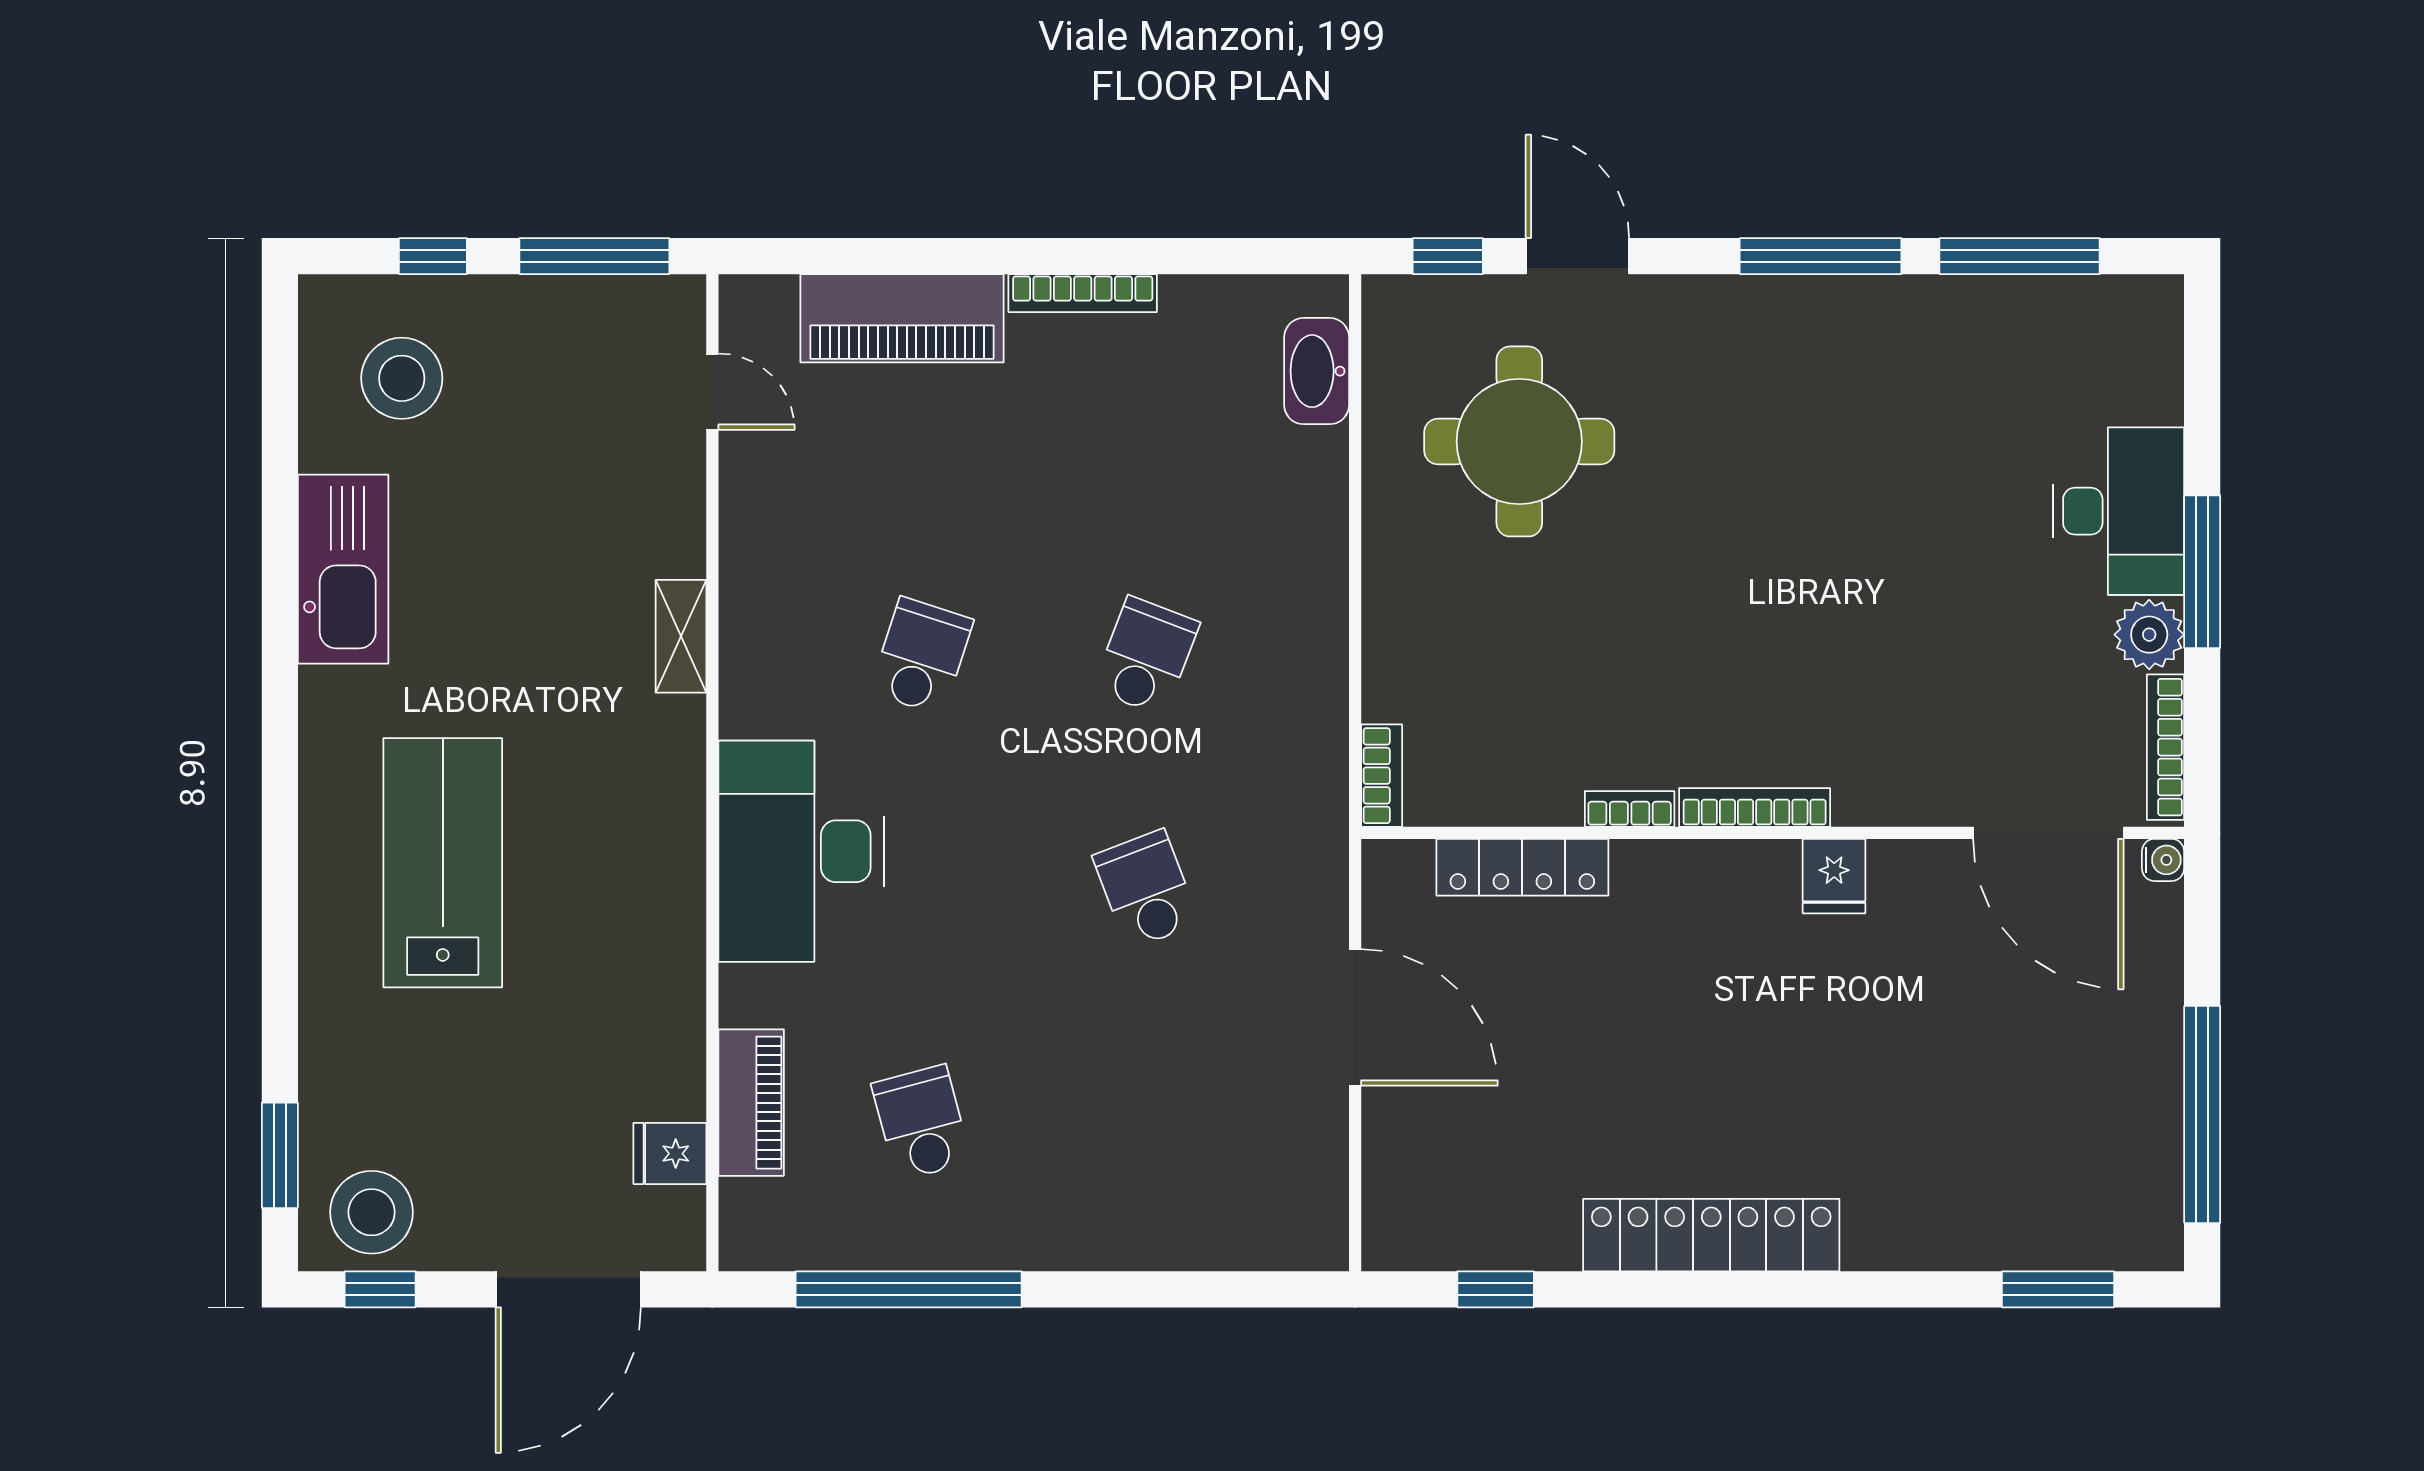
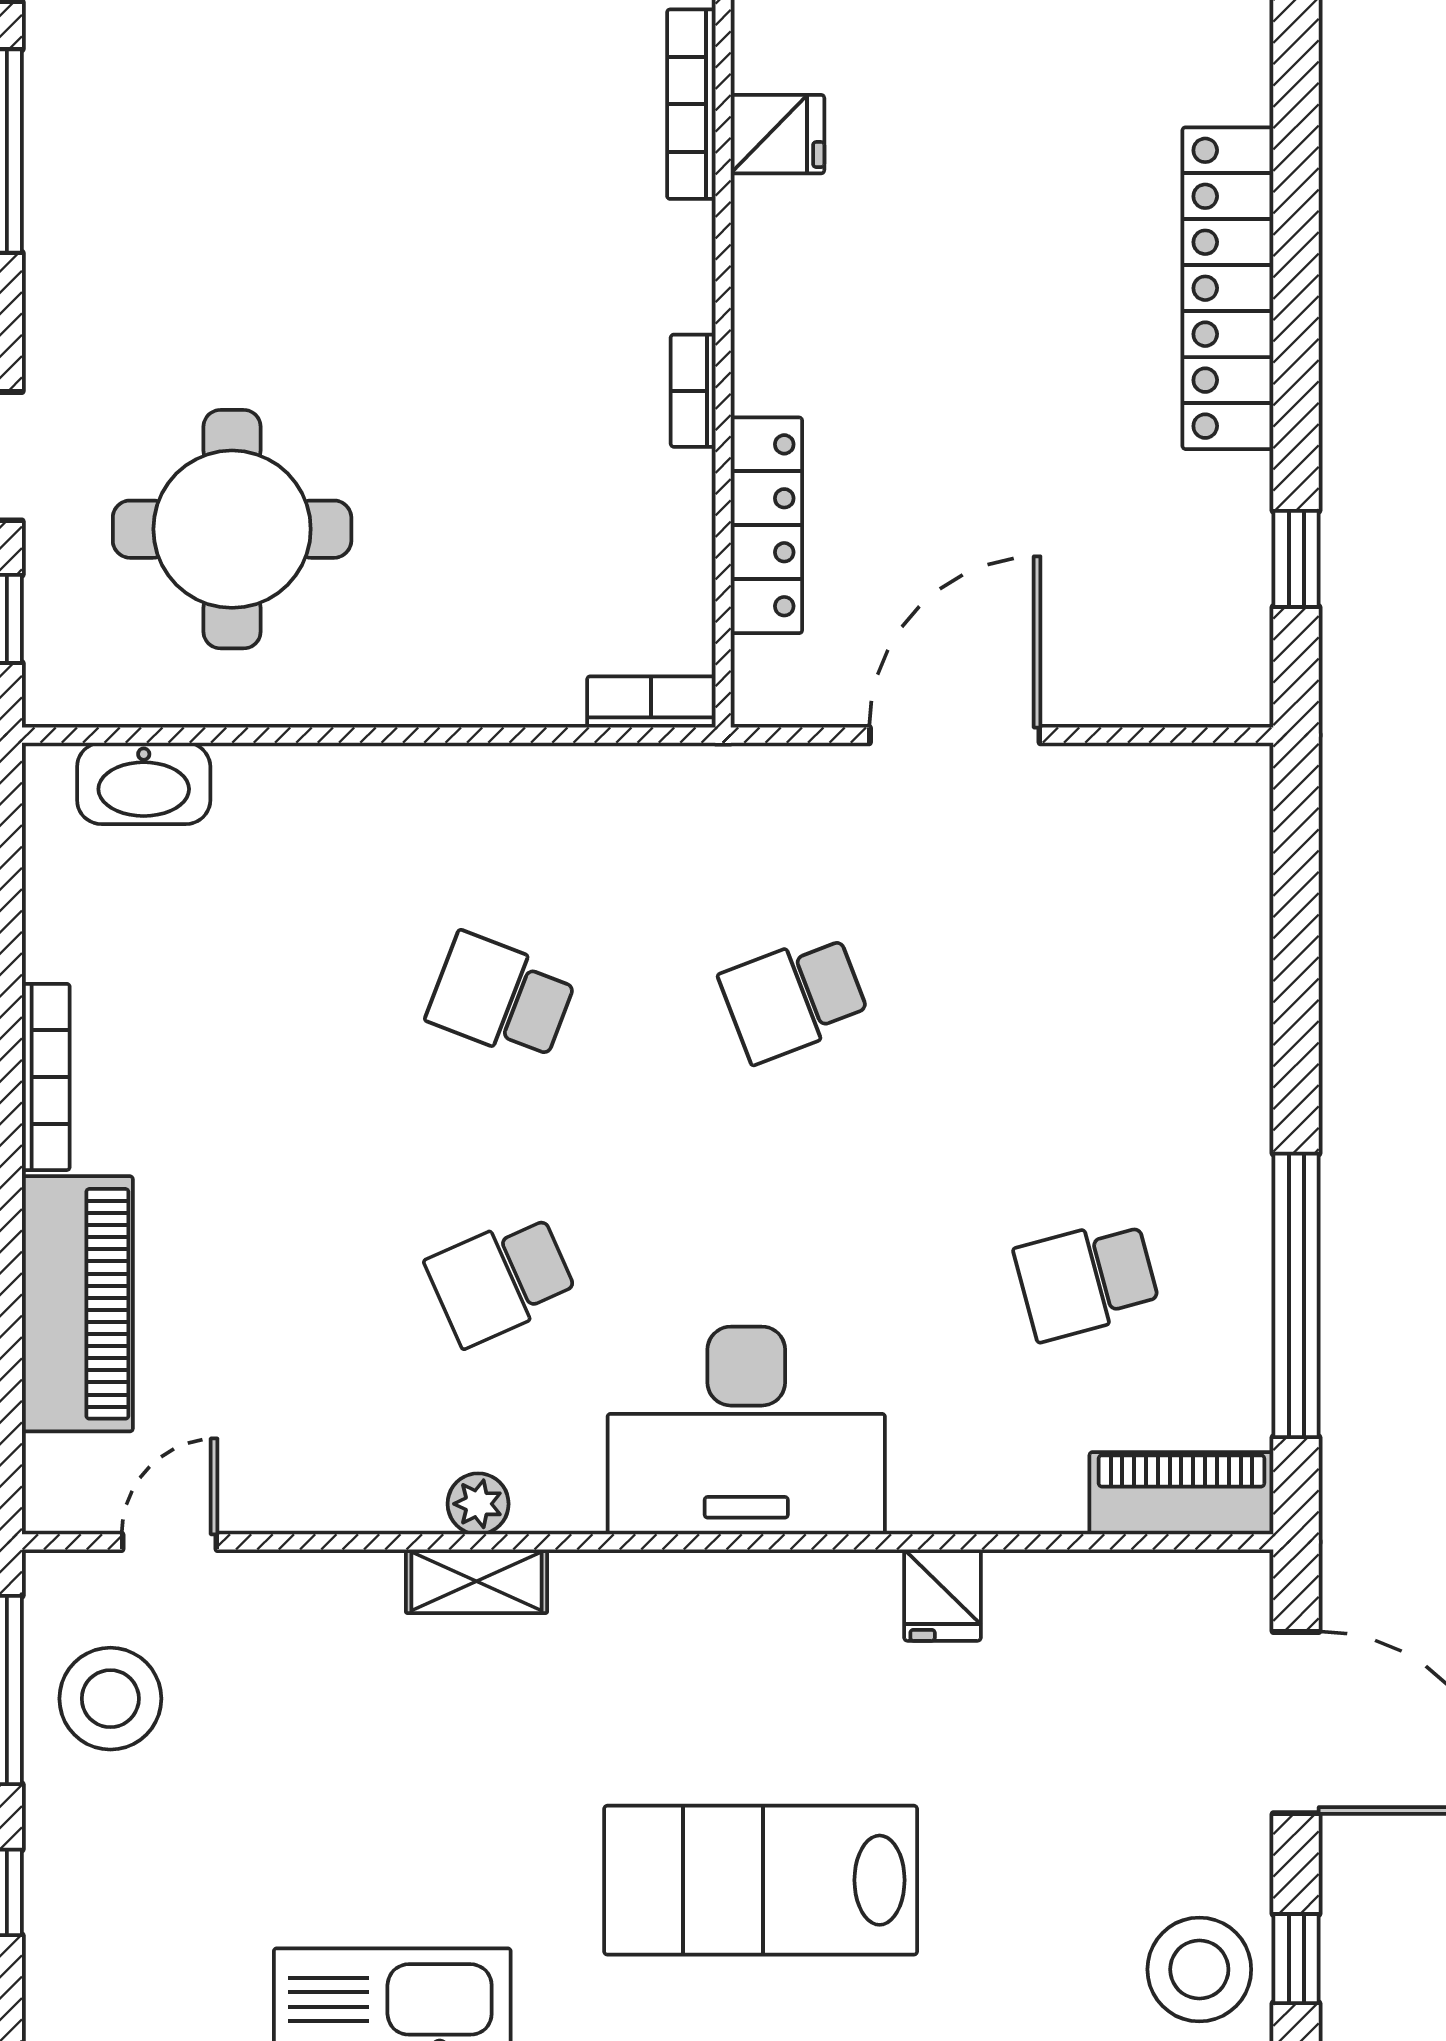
stool: (402, 378) -> (110, 1699), moved
plant: (743, 638) -> (478, 1504), added
school desk: (921, 656) -> (501, 1279), turned -42
bookcase: (1755, 807) -> (691, 104), moved
piano: (751, 1103) -> (1181, 1493), moved
fridge: (670, 1154) -> (943, 1595), moved

